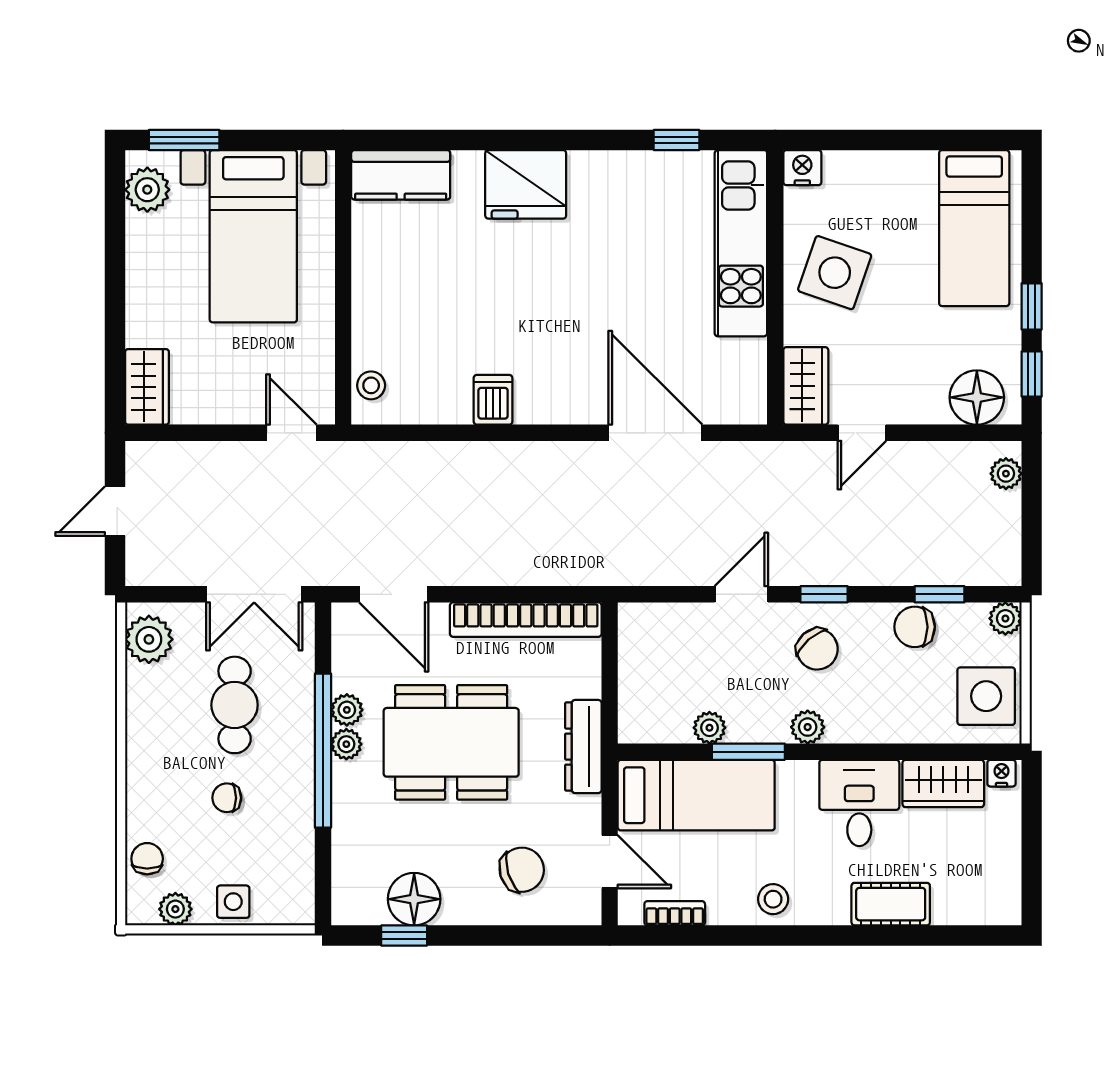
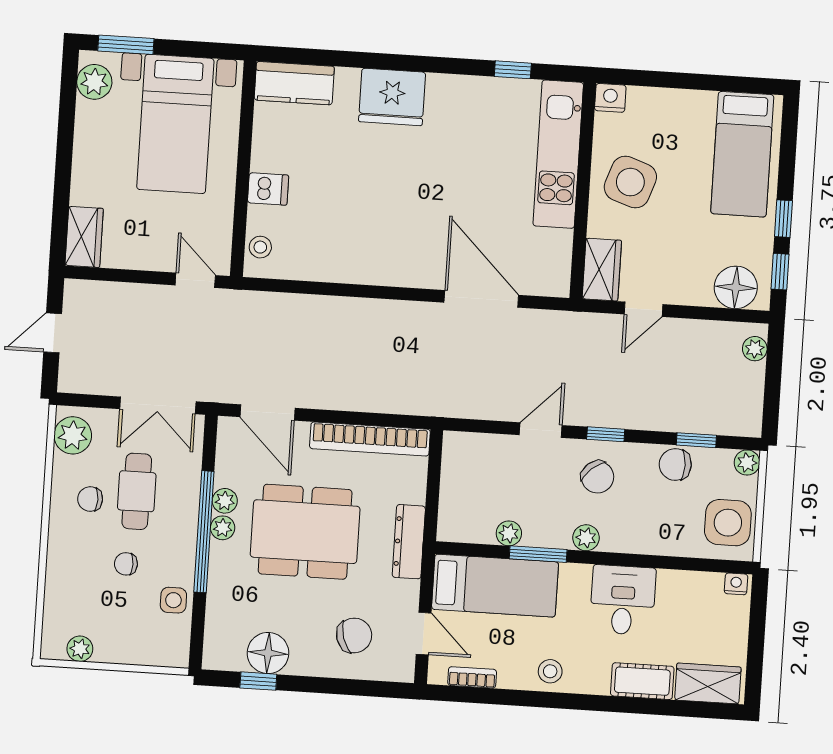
dishwasher: (493, 400) -> (268, 189), moved, turned 90
wardrobe: (943, 784) -> (708, 684), moved, turned 180
chair: (147, 859) -> (90, 499), moved, turned -90
side table: (233, 902) -> (173, 600), moved

